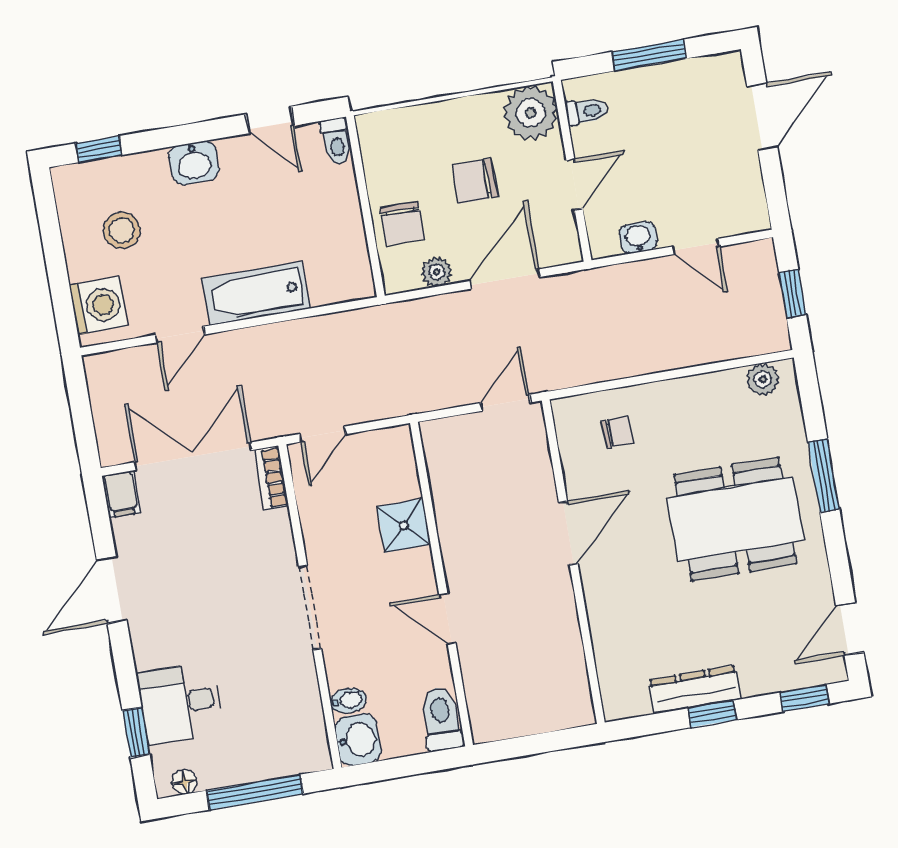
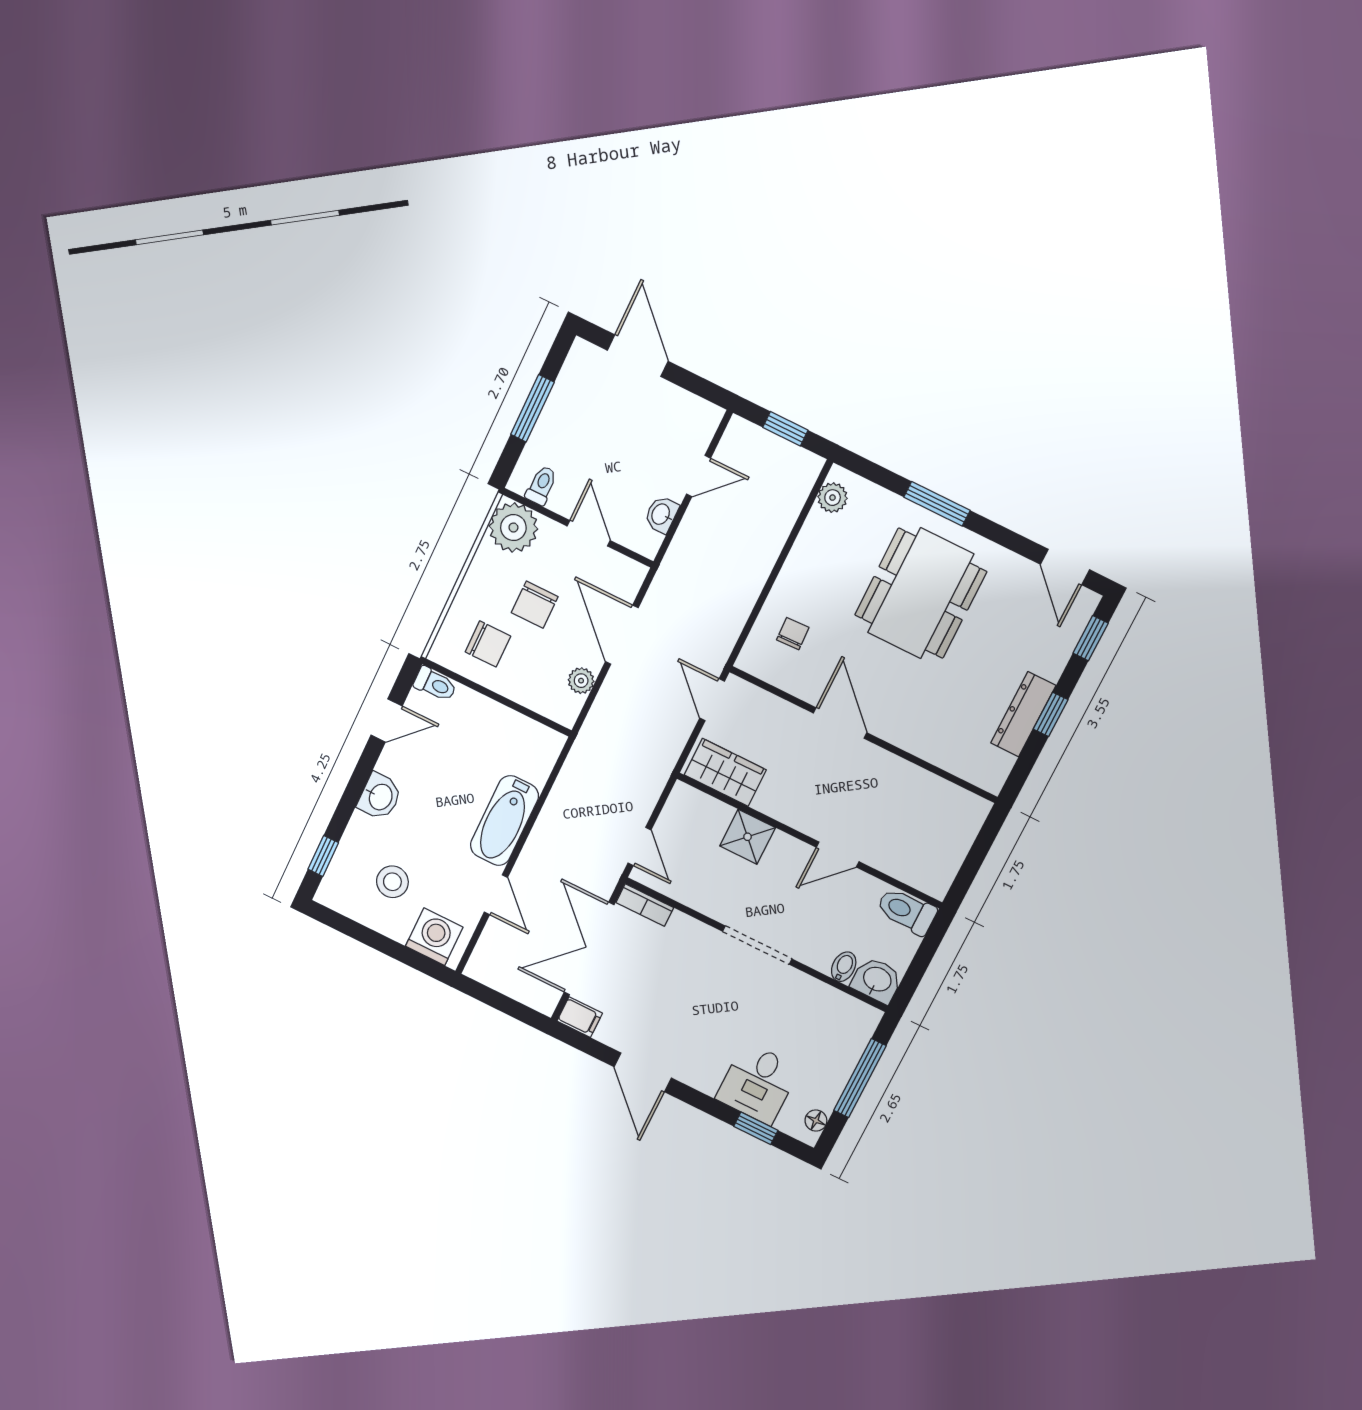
chair: (402, 223) -> (488, 644), moved
wardrobe: (448, 463) -> (725, 772), added

